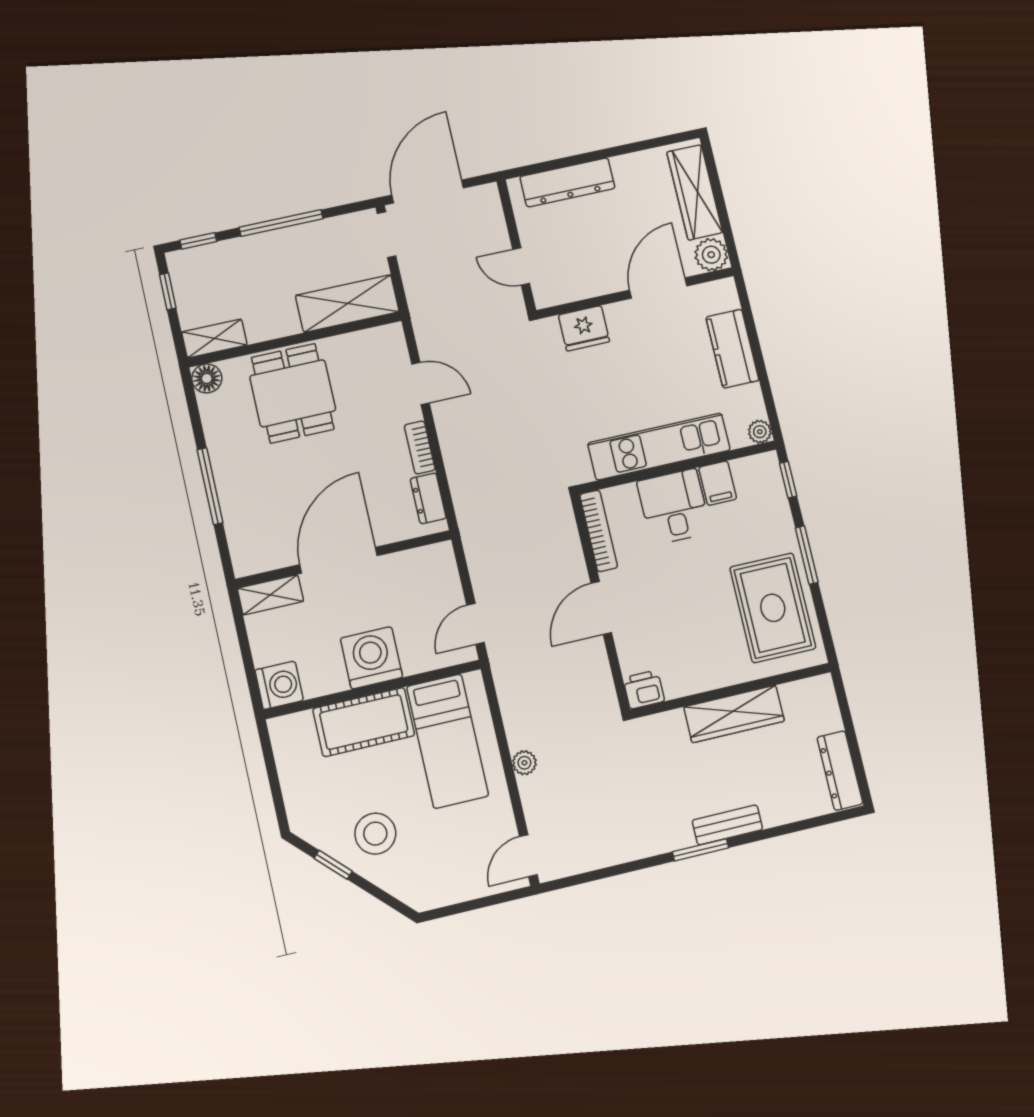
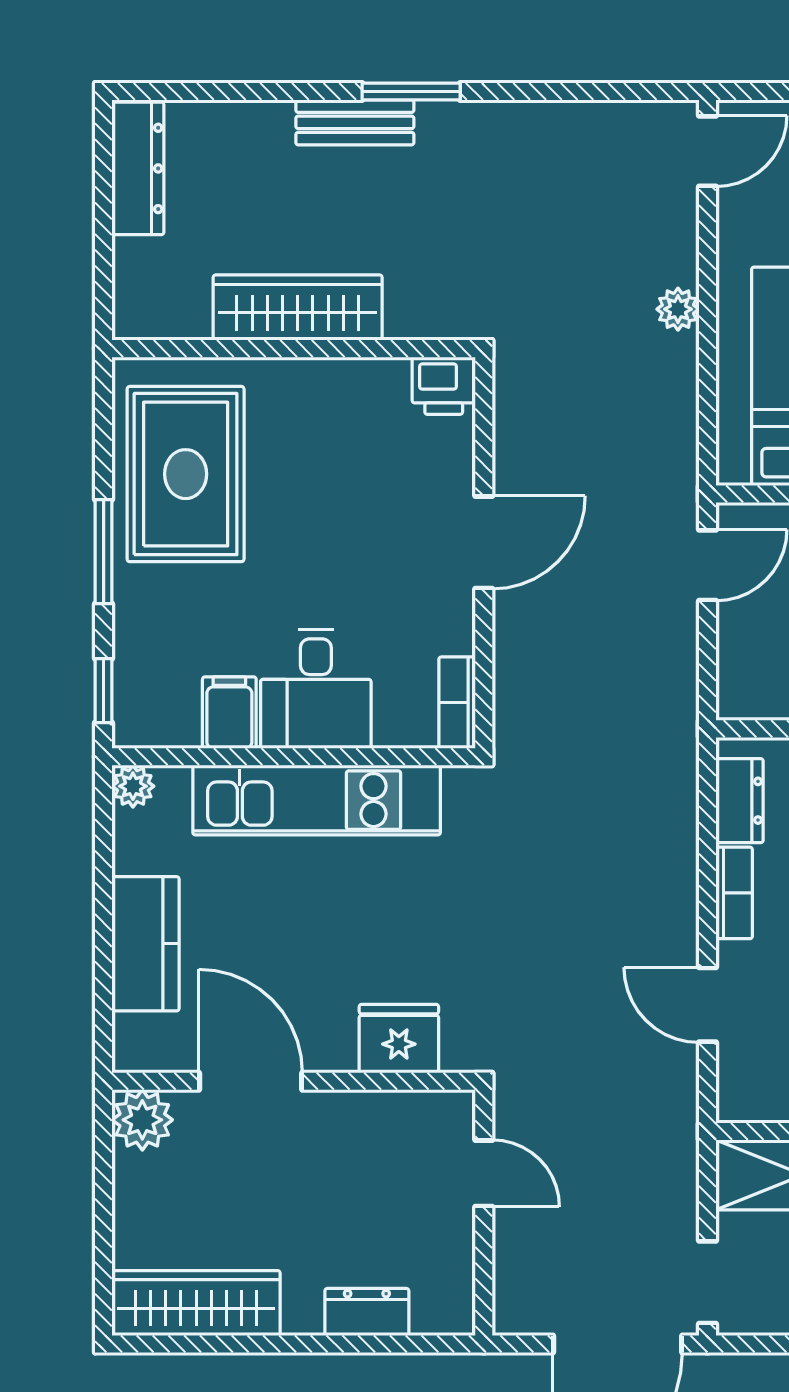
dresser: (567, 182) -> (367, 1312), width x0.51, depth x0.80
wardrobe: (695, 192) -> (196, 1303), moved, turned -90
door: (658, 288) -> (251, 1081), swing flipped
bookcase: (599, 531) -> (457, 703), width x0.64

